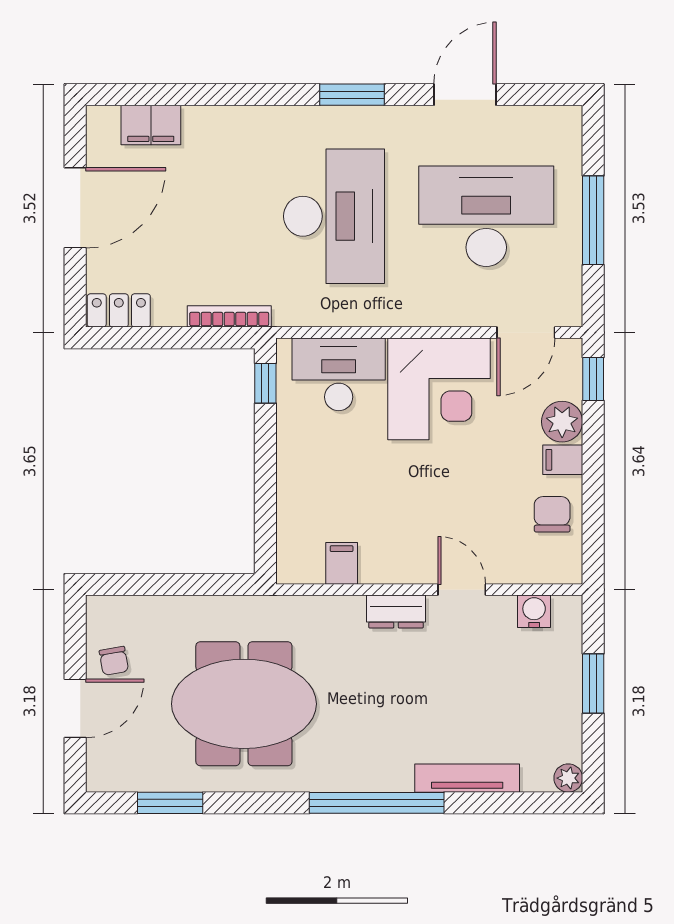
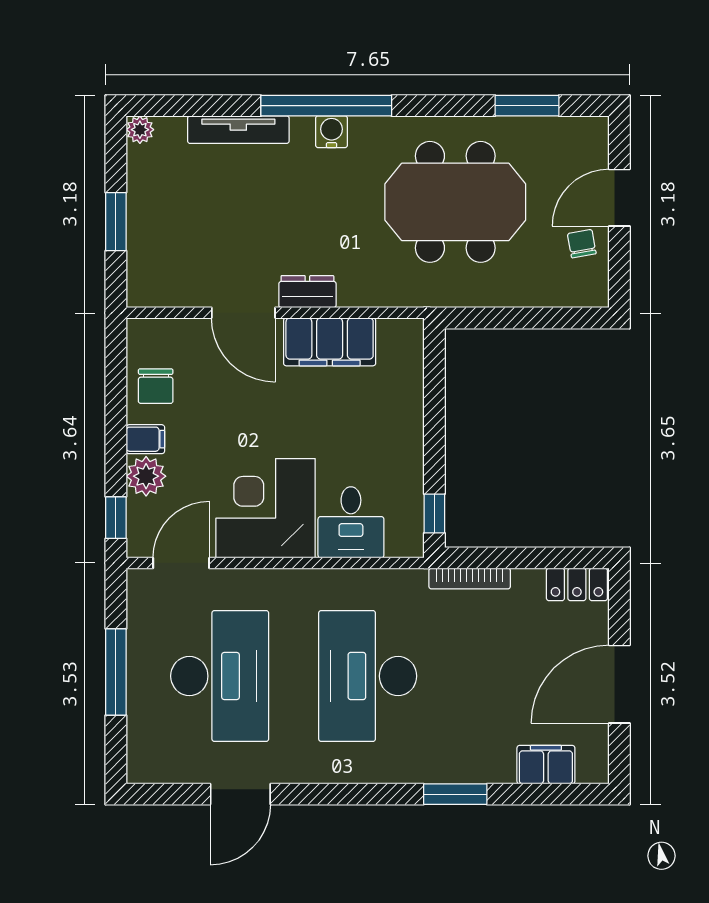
window: (352, 95) -> (455, 794), moved
desk: (486, 216) -> (220, 676), turned -90
desk: (339, 374) -> (351, 522), width x0.73
filing cabinet: (342, 563) -> (330, 342), width x3.00, depth x1.17
door: (462, 590) -> (243, 313), width x1.38
water cooler: (534, 611) -> (332, 132), moved, turned 180

